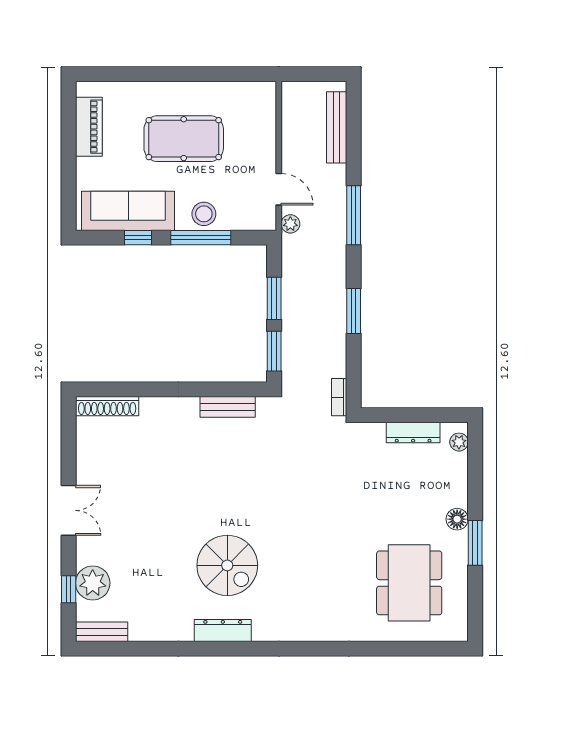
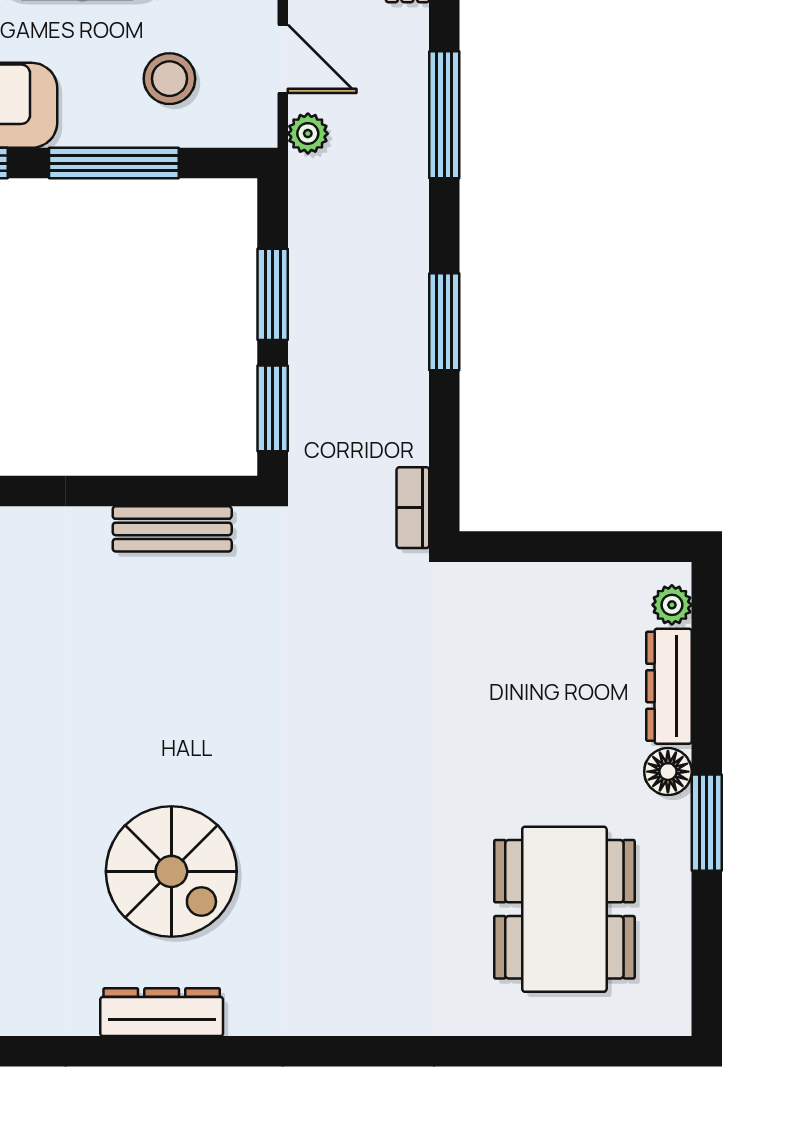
stool: (204, 214) -> (169, 79), moved
dresser: (413, 433) -> (669, 686), moved, turned 90

